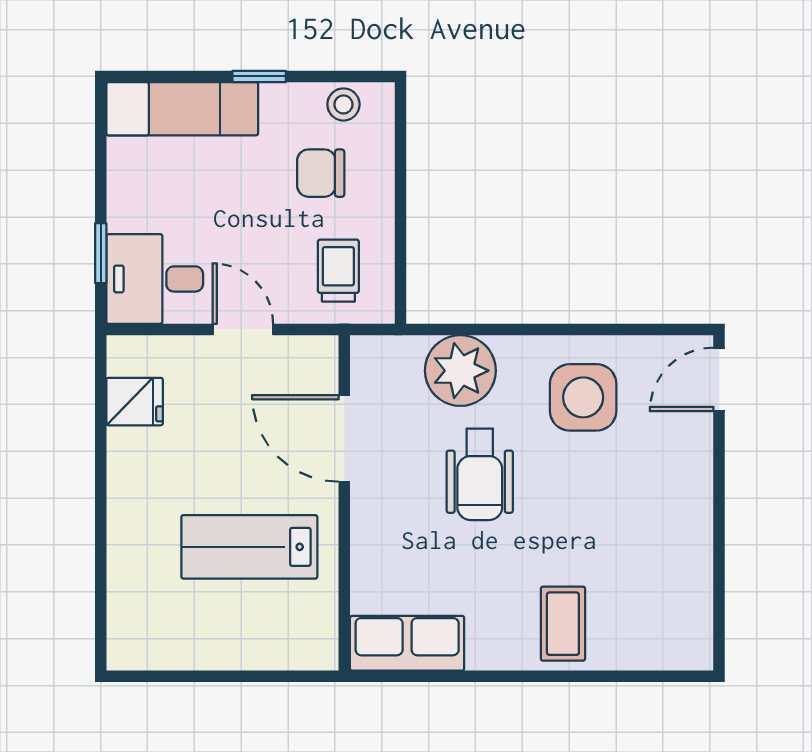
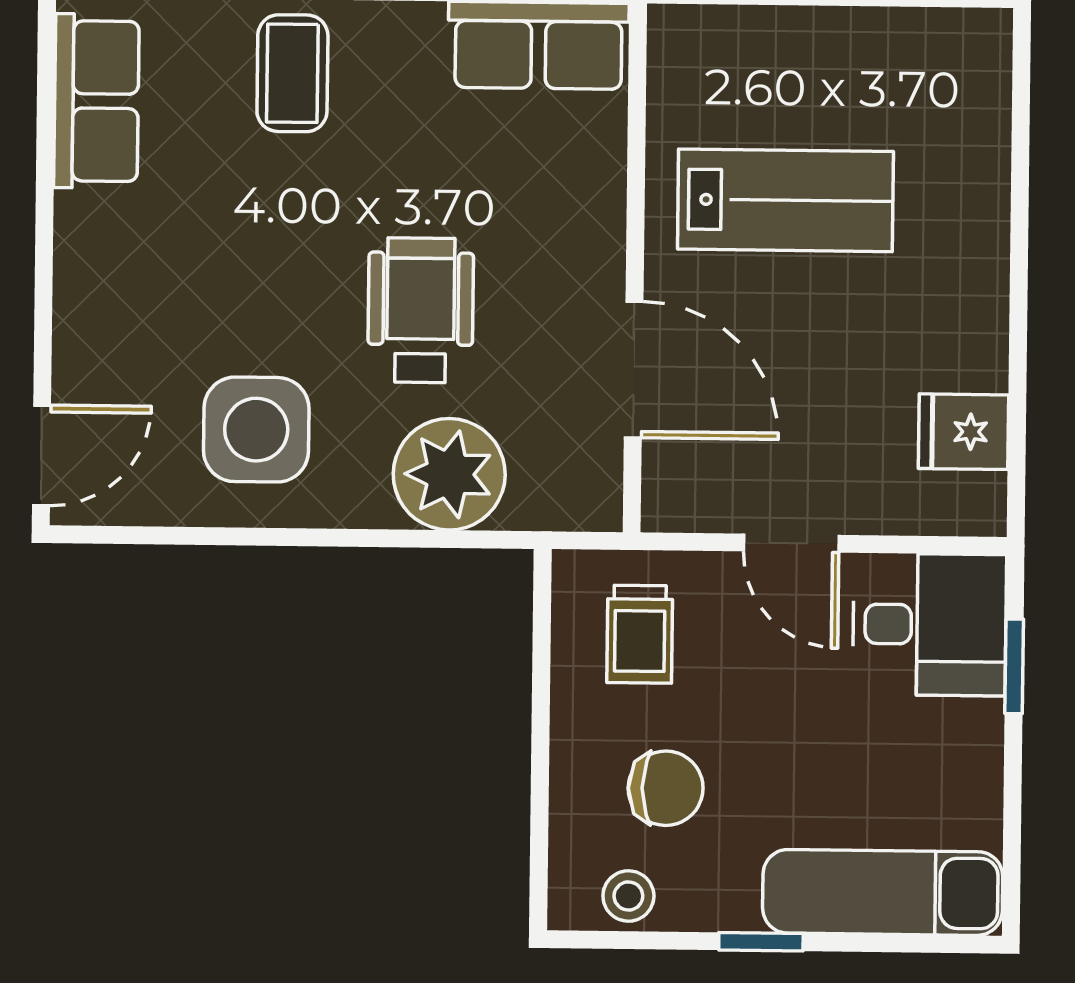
row of seats: (687, 605) -> (96, 101), added

